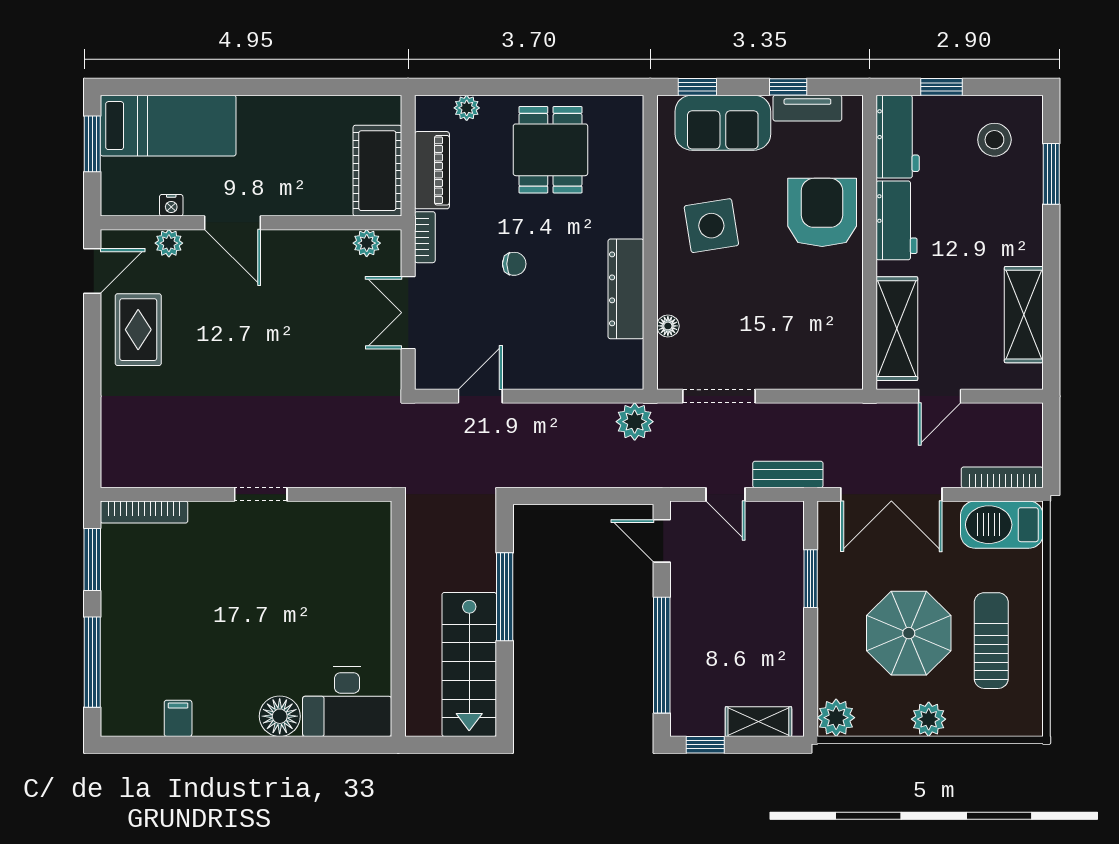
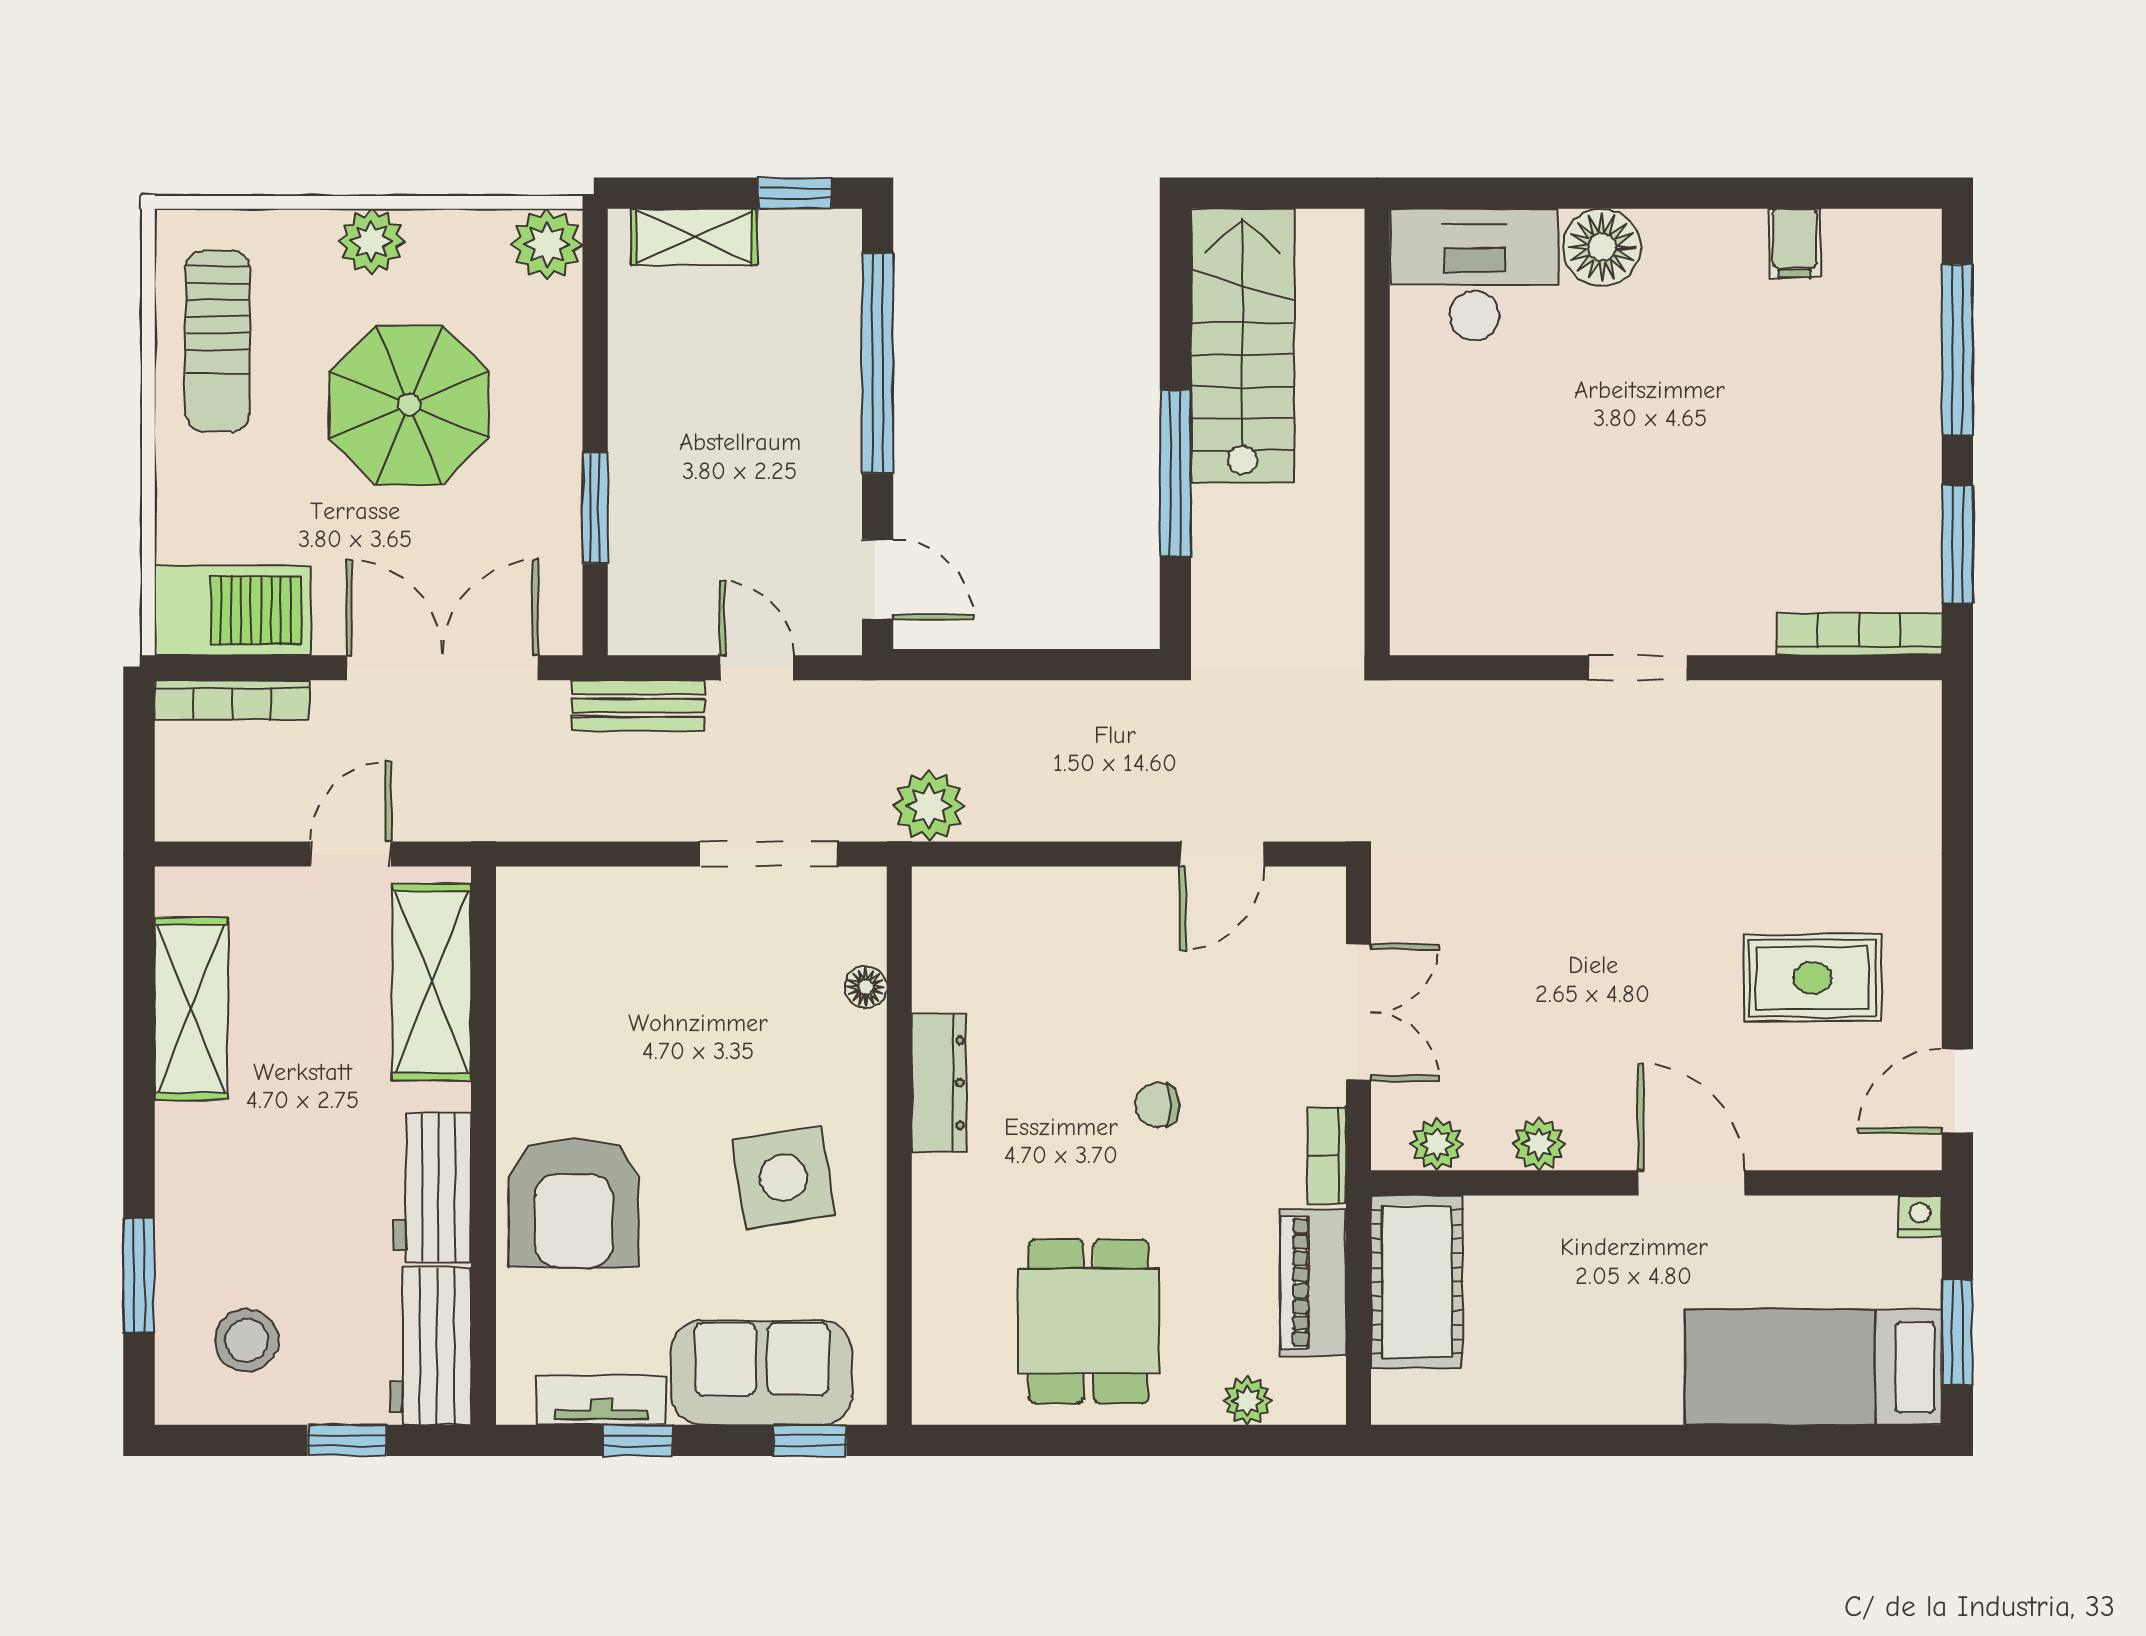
nightstand: (171, 205) -> (1920, 1216), moved
plant: (169, 243) -> (1539, 1144), moved
dresser: (626, 289) -> (939, 1083), width x0.73, depth x0.80
rug: (138, 330) -> (1813, 978), moved, turned 90
sun lounger: (991, 641) -> (217, 341), moved

